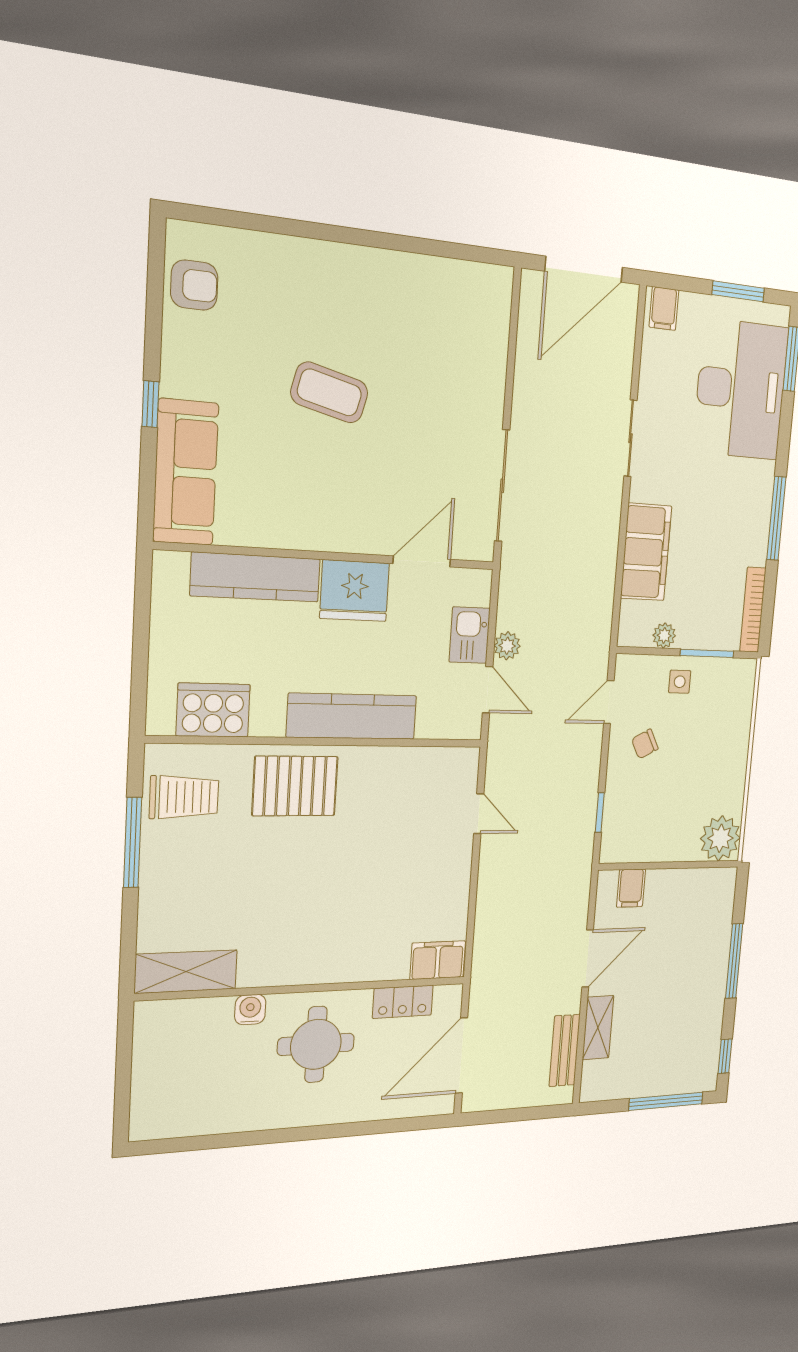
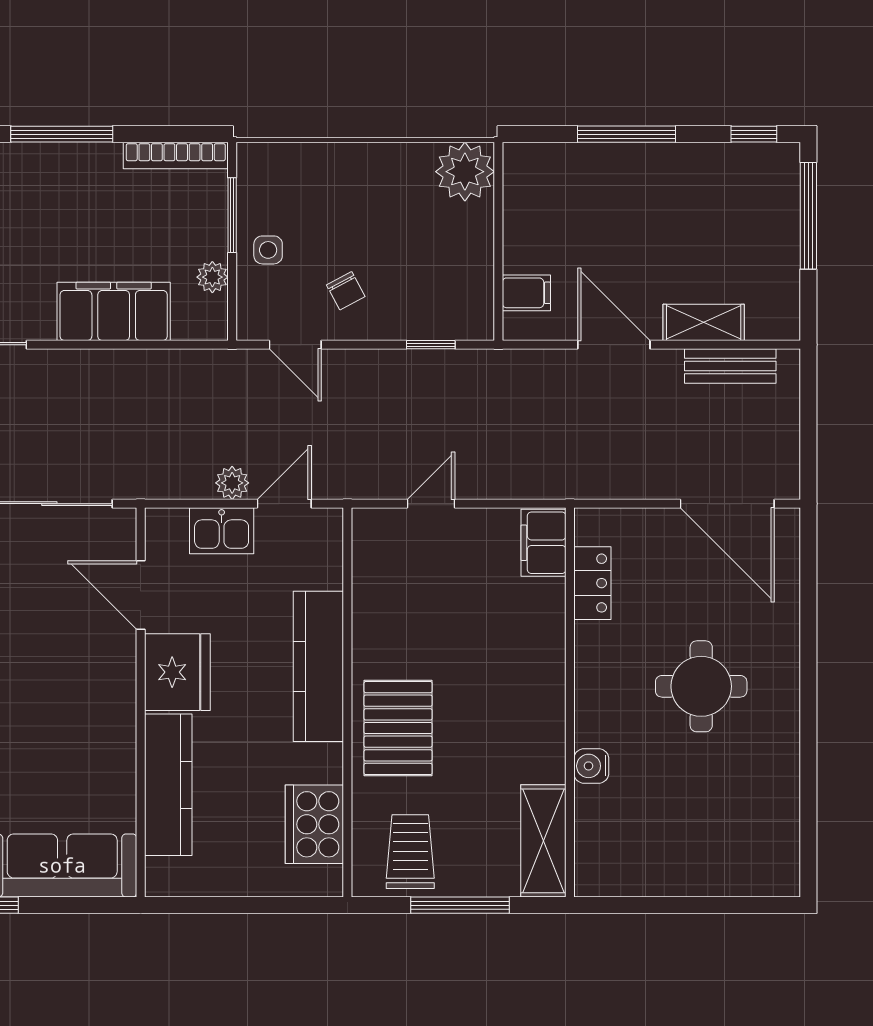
filing cabinet: (438, 960) -> (544, 543), moved
shelving: (186, 972) -> (543, 841), moved
wall: (306, 988) -> (570, 702), moved
locker: (403, 1002) -> (592, 583), moved
water cooler: (250, 1010) -> (591, 766), moved

